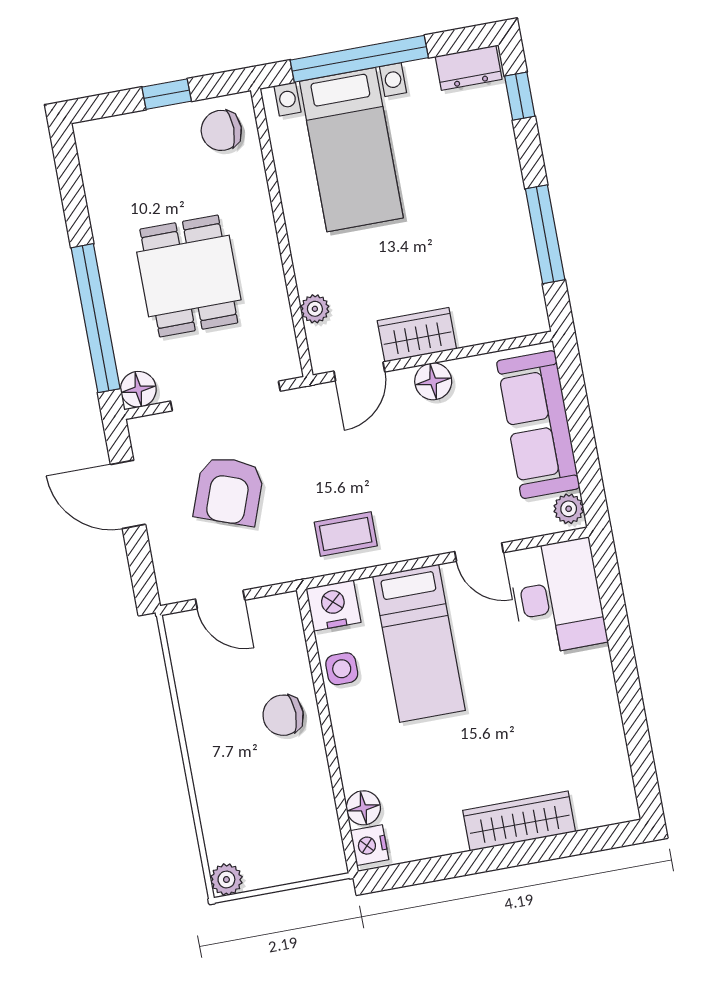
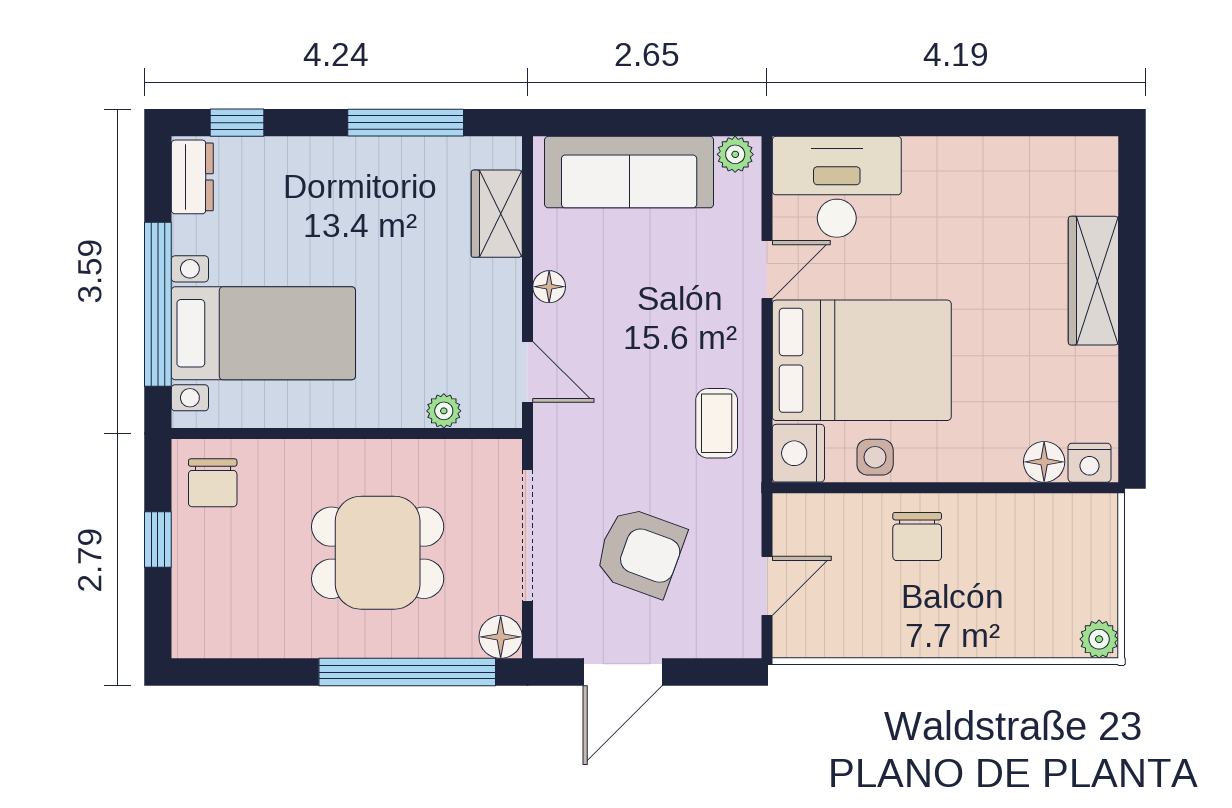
wardrobe: (417, 335) -> (497, 214), moved
floor lamp: (433, 381) -> (549, 287), width x0.73, depth x0.73
bed: (419, 643) -> (862, 360), width x1.50

